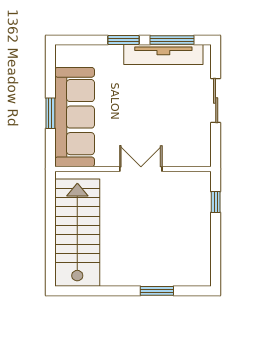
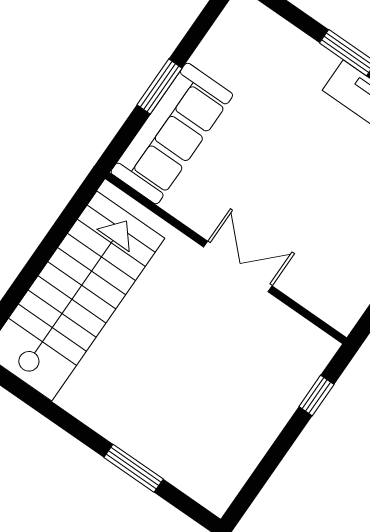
sofa: (75, 117) -> (172, 134), width x0.74, depth x0.79

